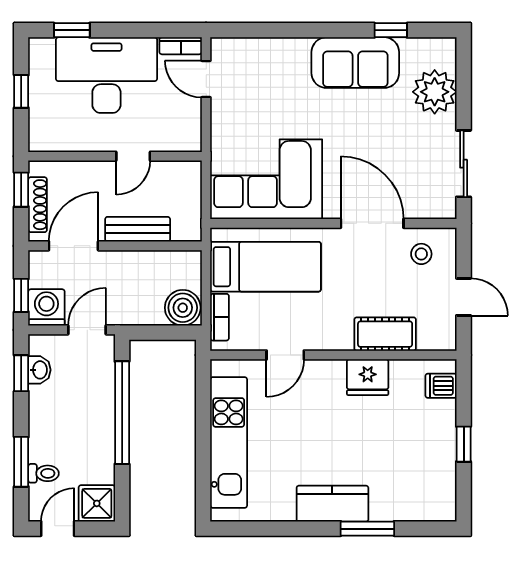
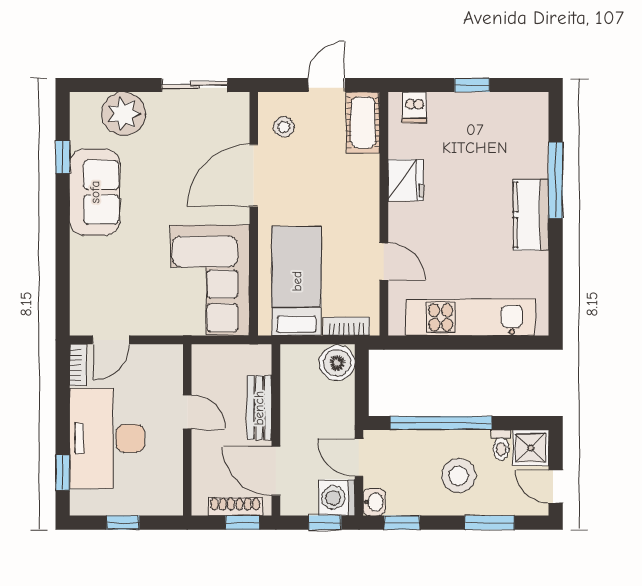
window: (21, 190) -> (242, 523), moved
cot: (385, 334) -> (363, 122), moved
washbasin: (39, 370) -> (374, 502), moved, turned 90
stool: (69, 431) -> (459, 476), added
toilet: (44, 473) -> (501, 445), moved, turned 180
window: (367, 529) -> (556, 180), width x1.44

